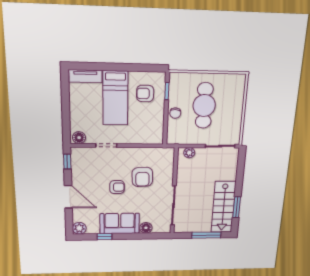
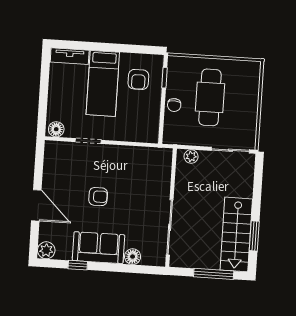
armchair: (145, 93) -> (138, 79), turned -90
window: (67, 162) -> (39, 159), removed
armchair: (142, 177) -> (131, 185), removed

